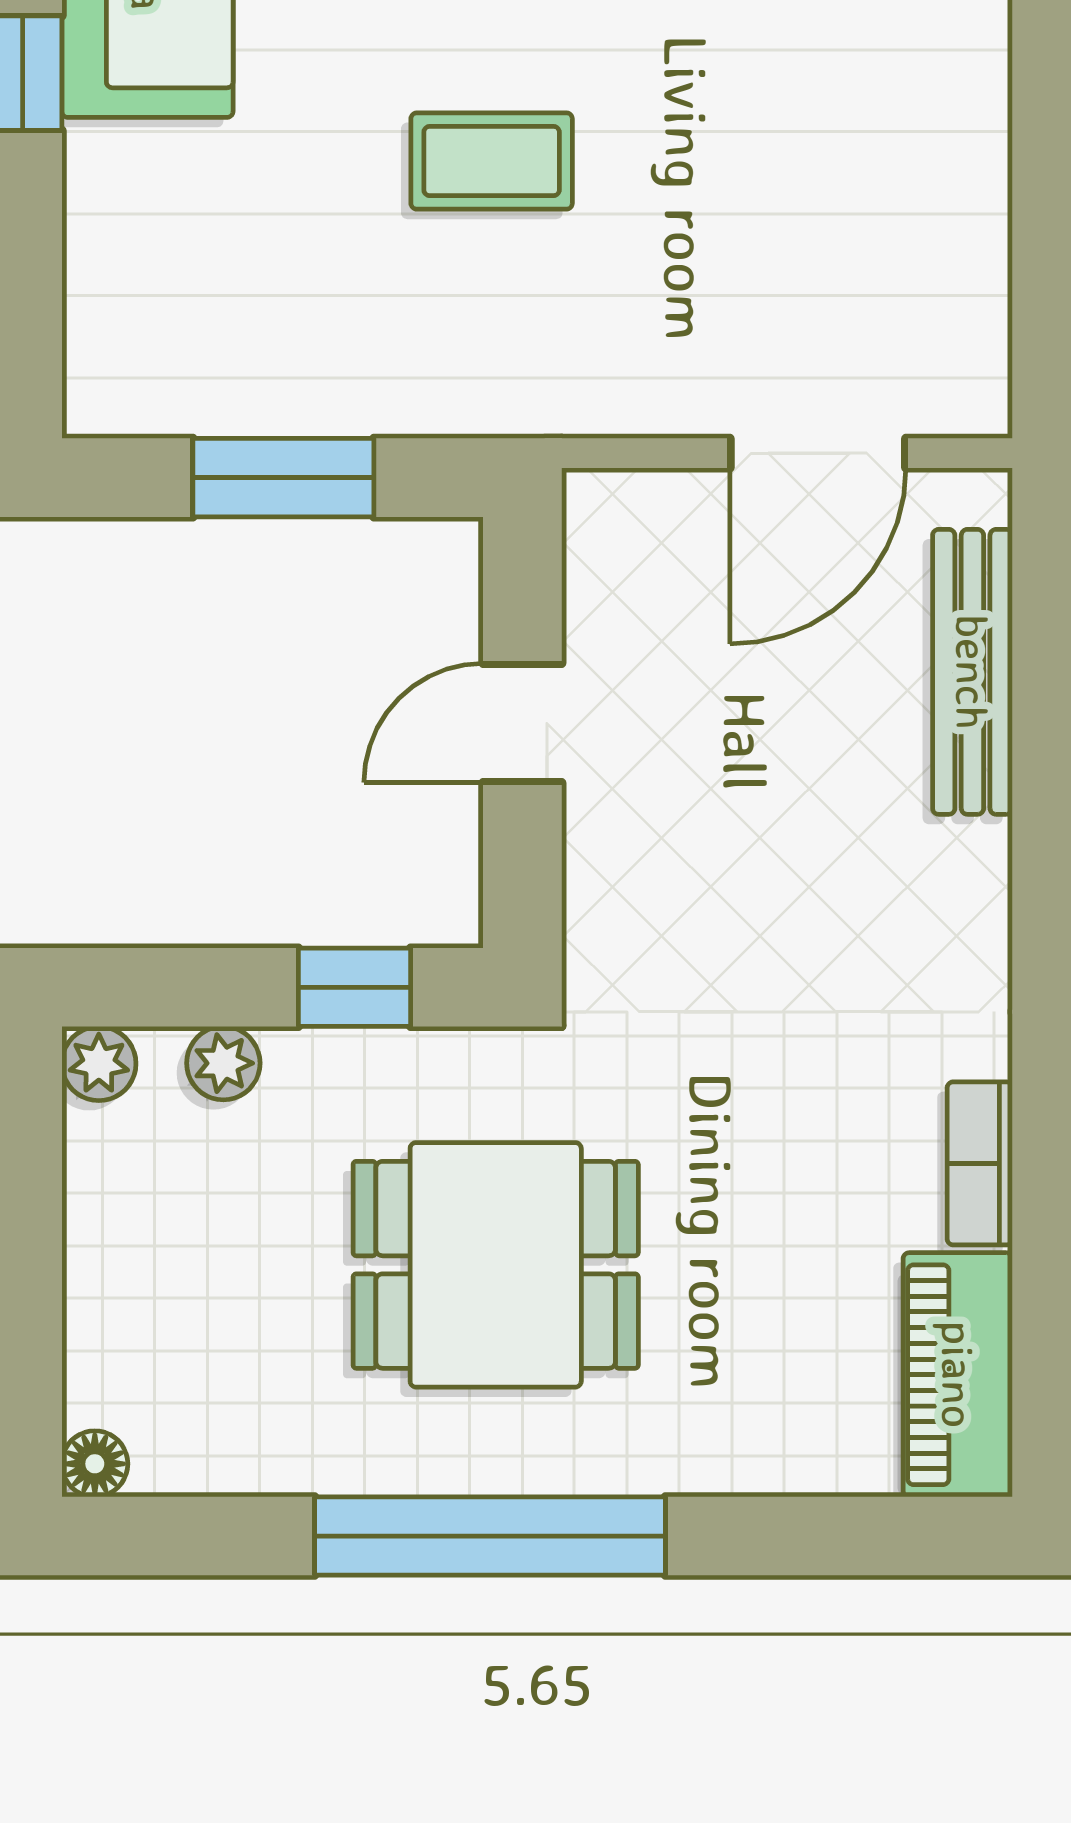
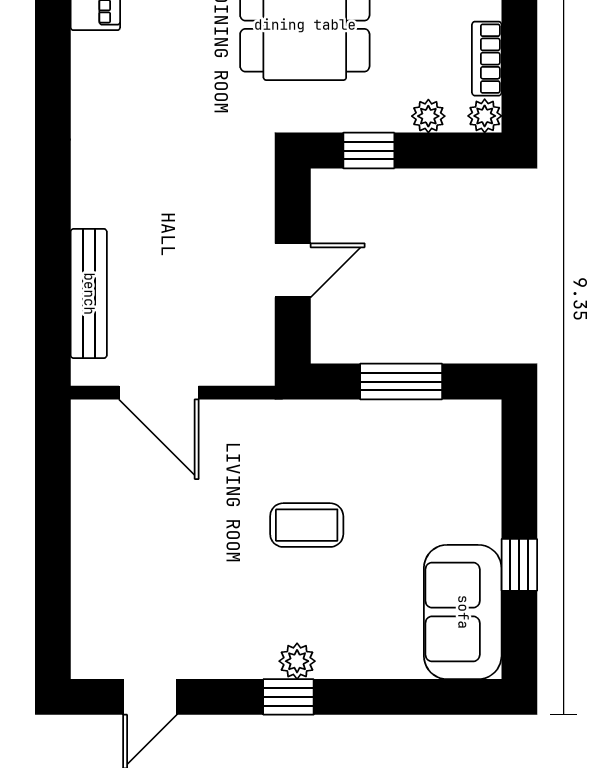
door: (818, 453) -> (159, 393), swing flipped
bookcase: (980, 1163) -> (487, 59), moved, turned 180

